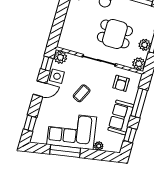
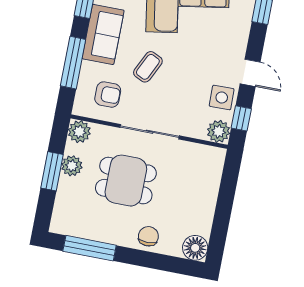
armchair: (121, 83) -> (108, 95), turned 90
door: (40, 89) -> (250, 73), swing flipped
coffee table: (82, 93) -> (148, 67), moved

